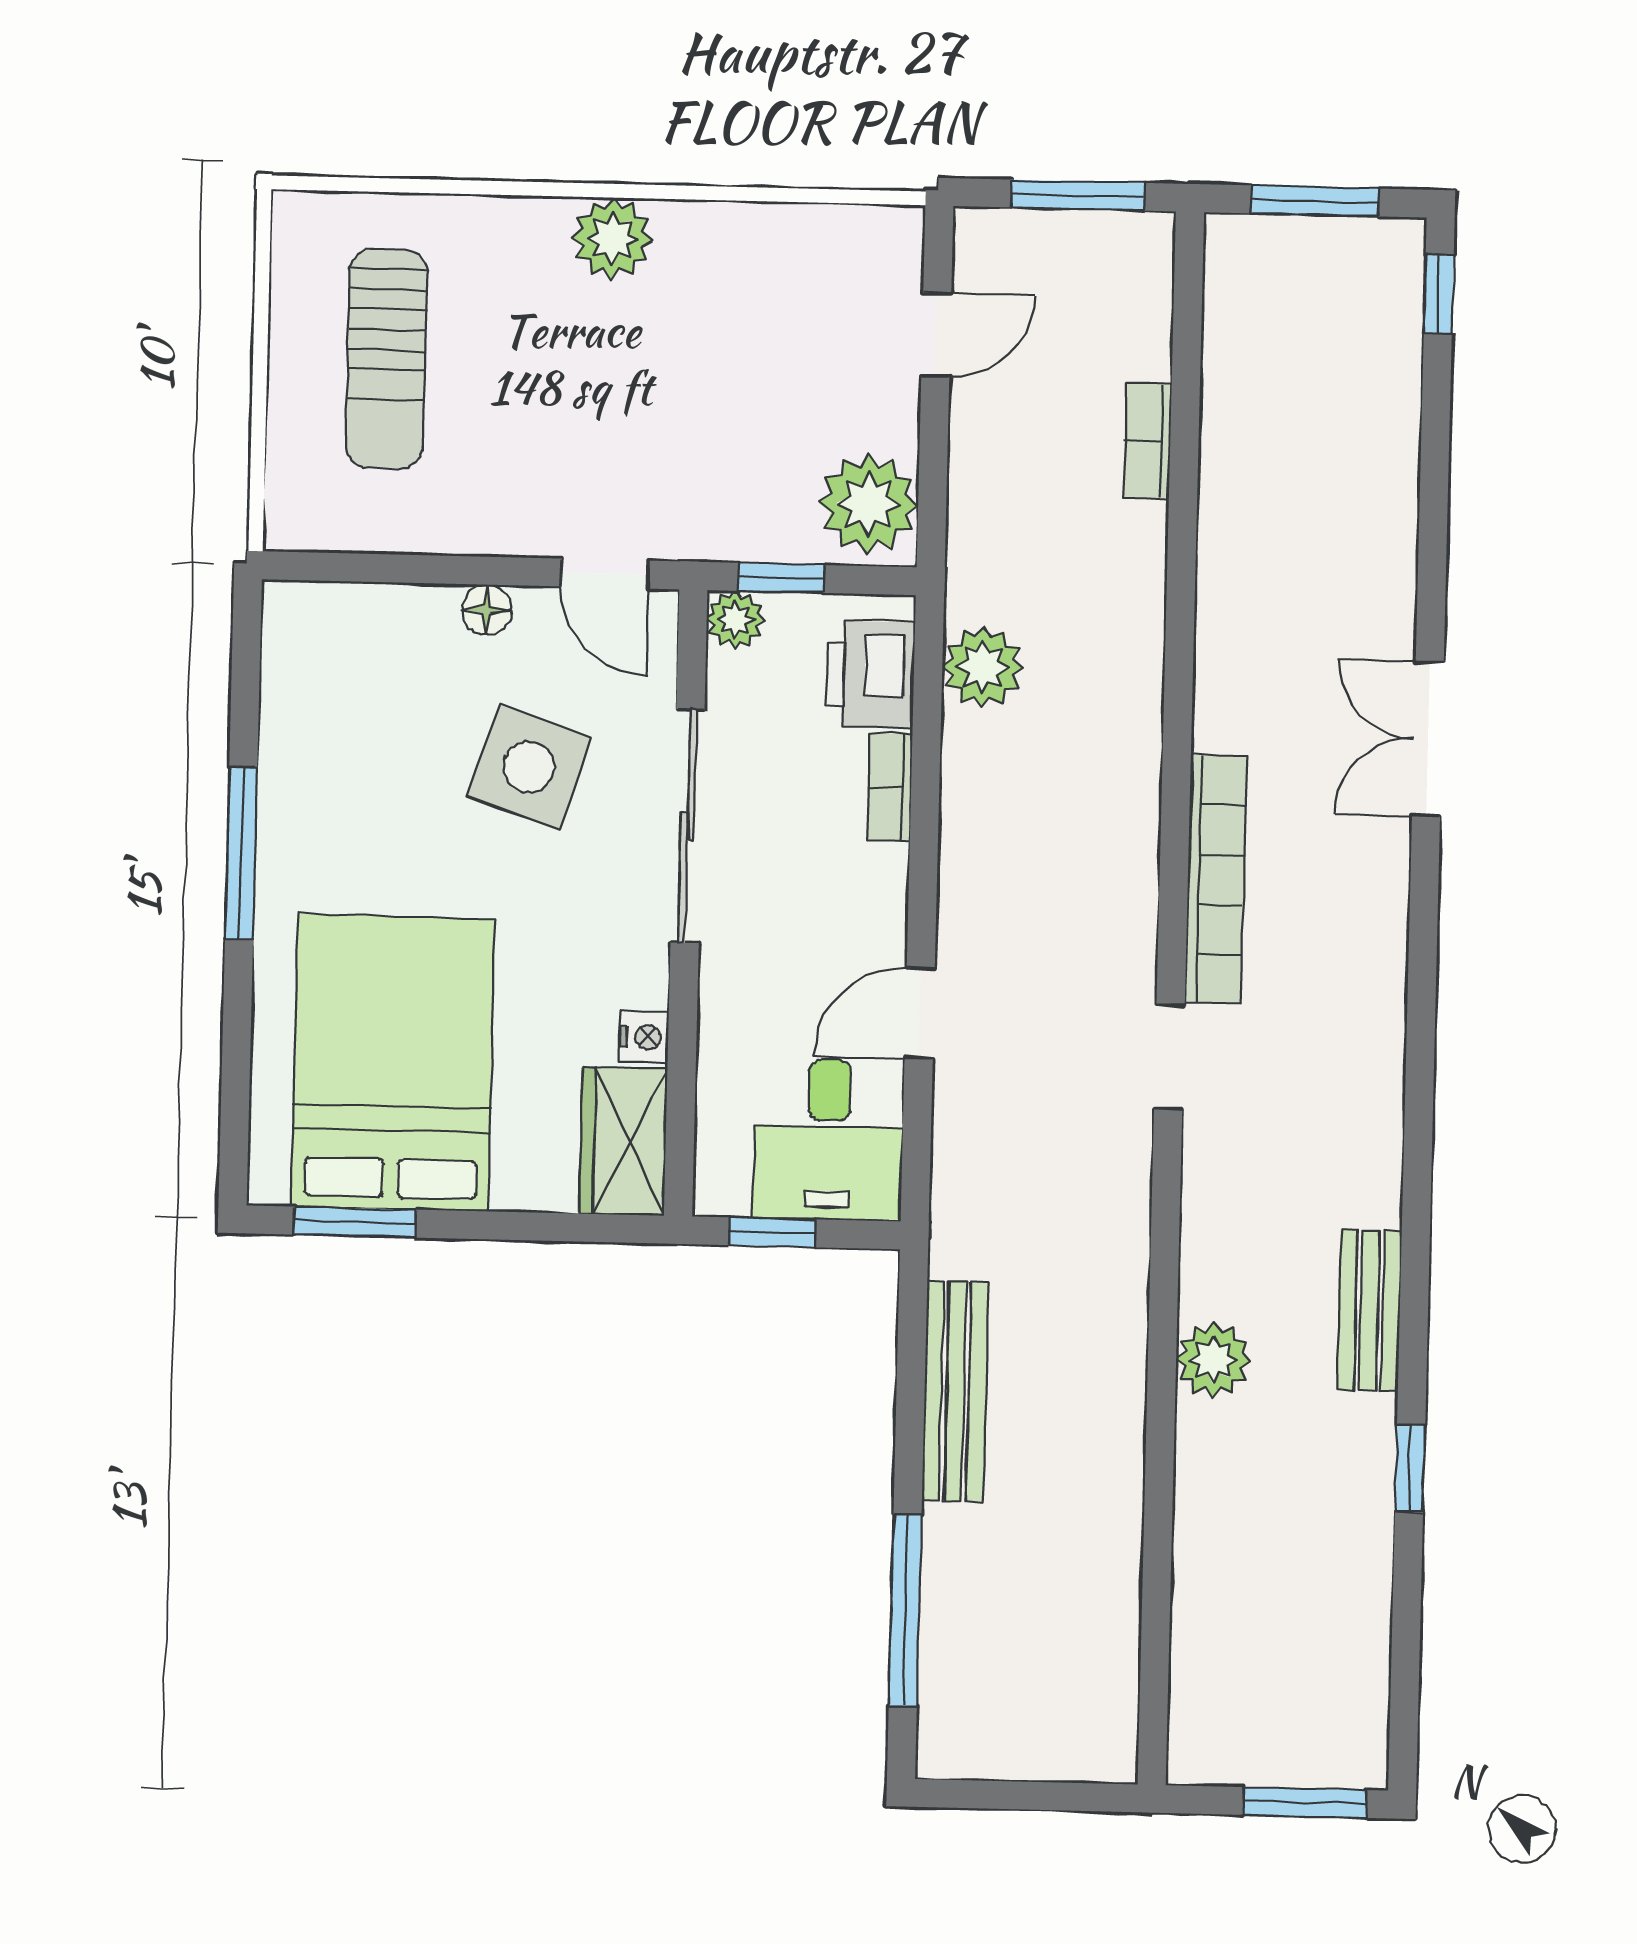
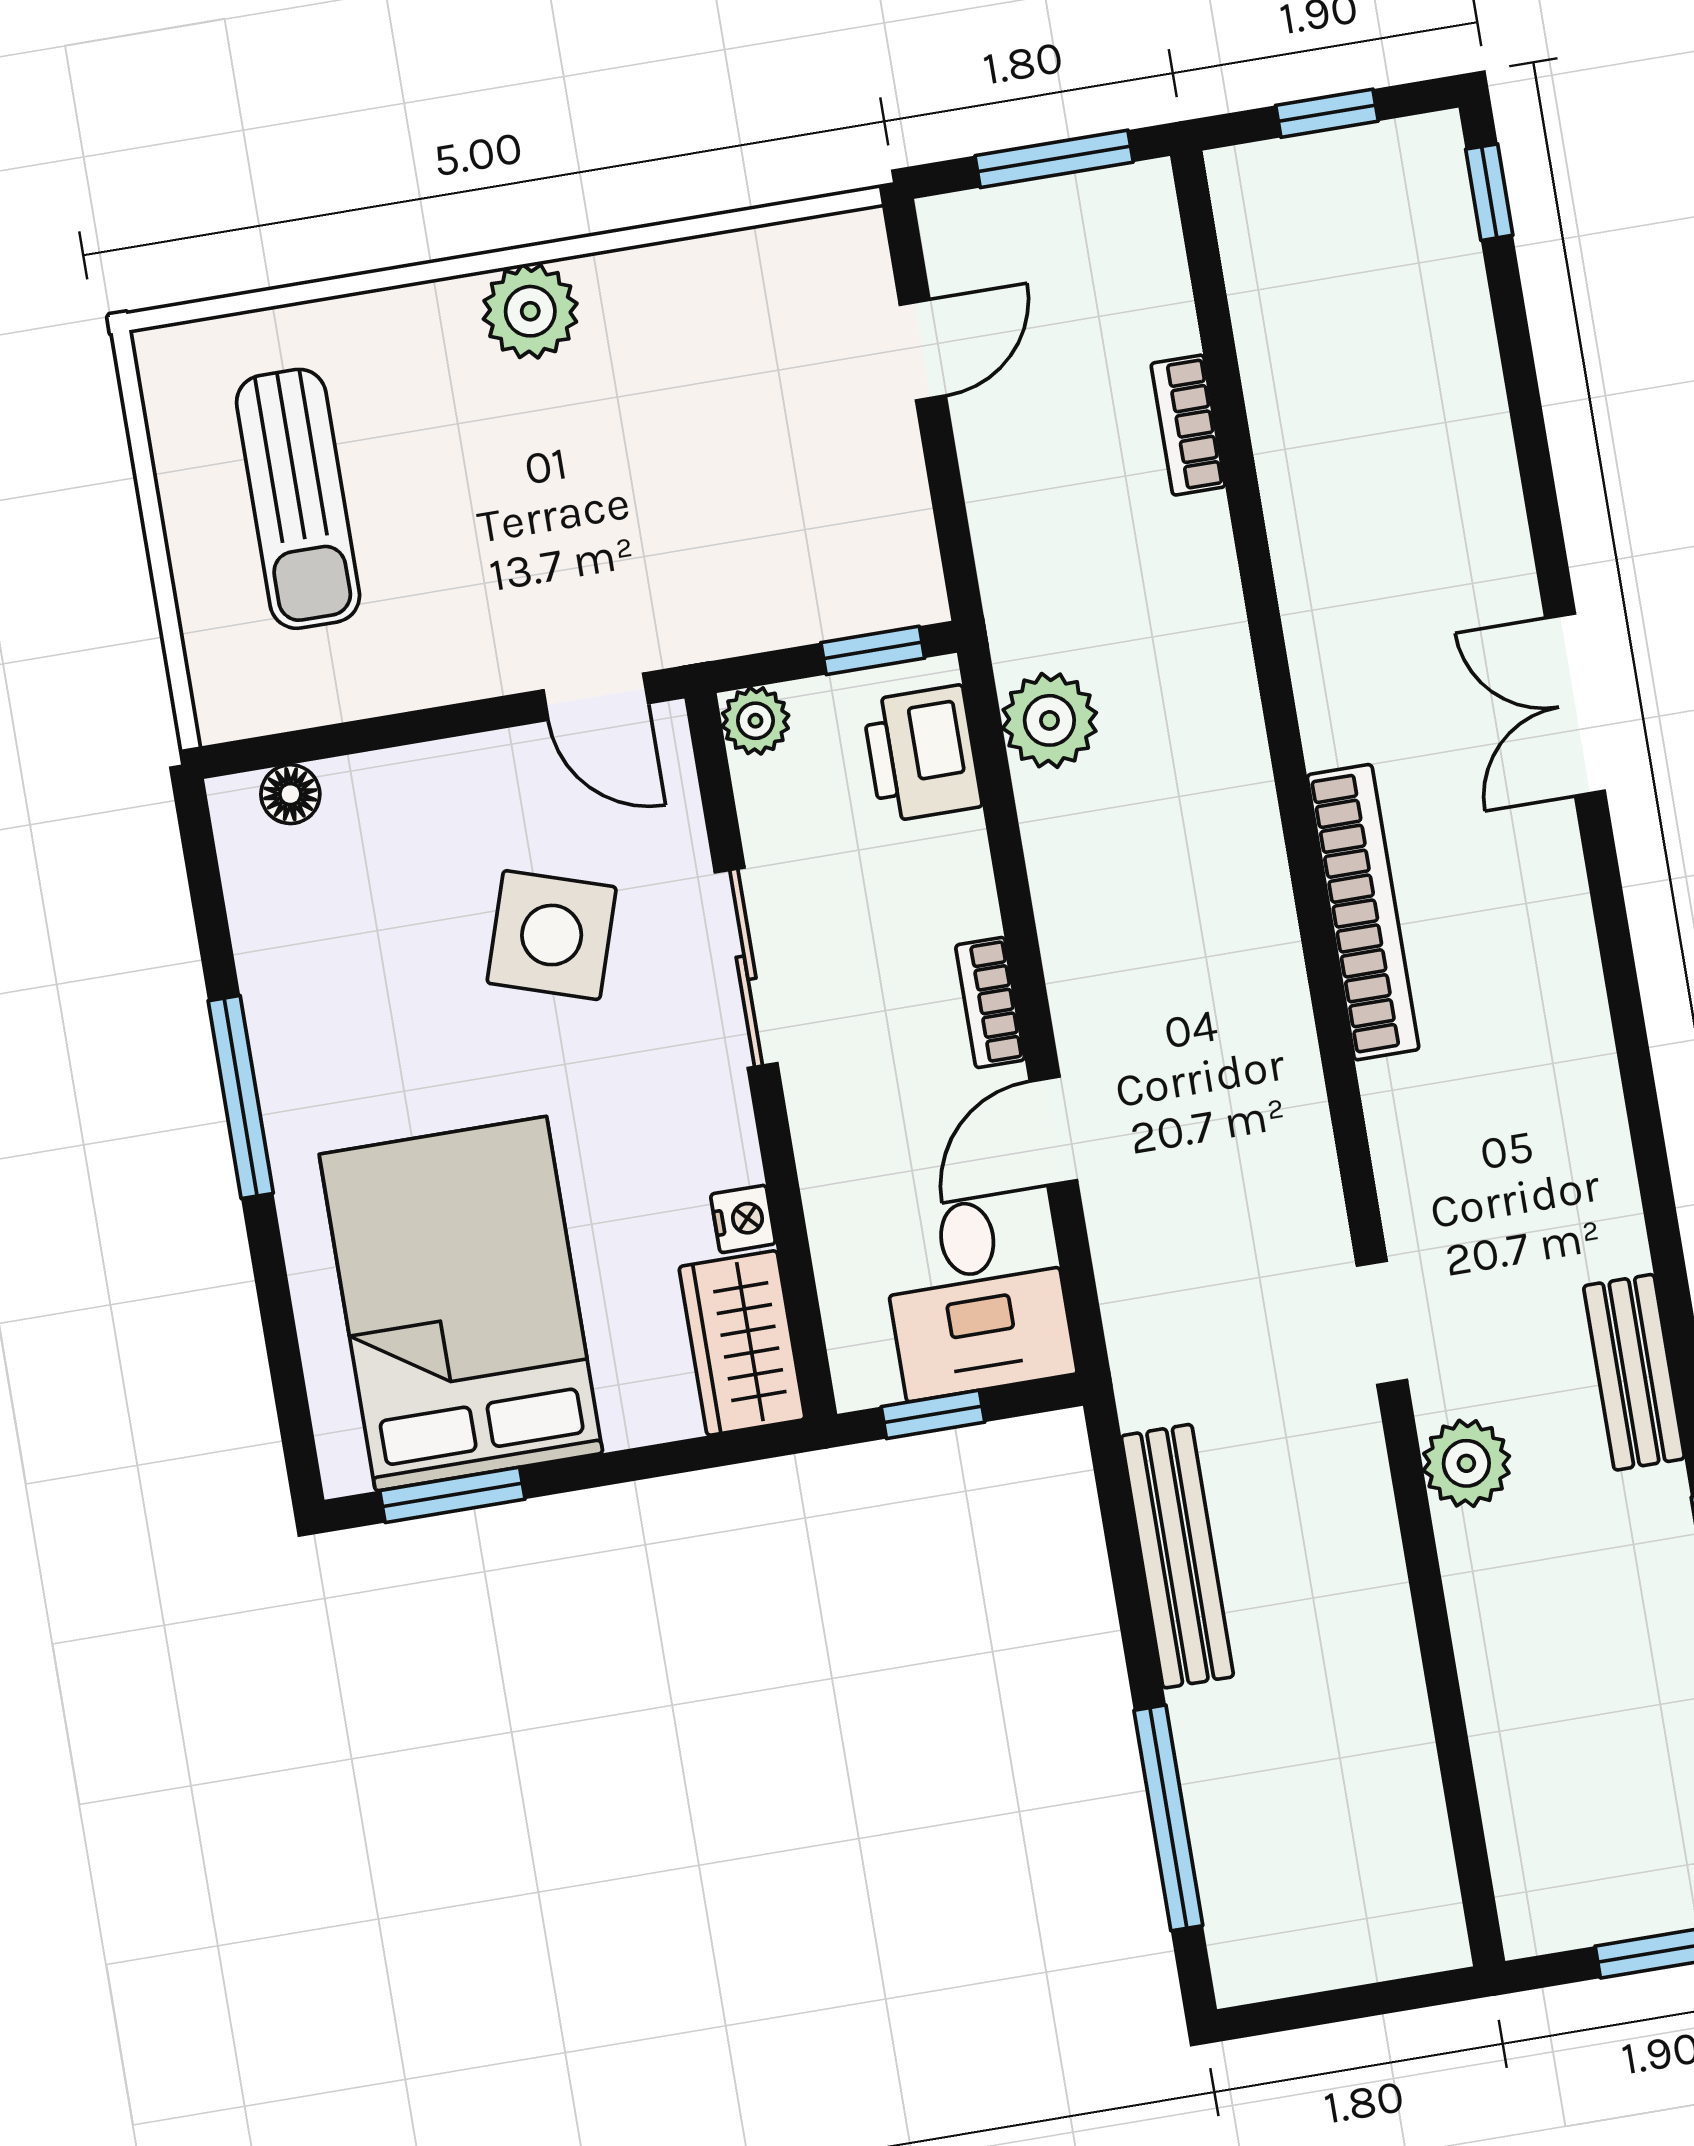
window: (1315, 201) -> (1327, 113), width x0.67
plant: (868, 504) -> (882, 559), removed
window: (781, 578) -> (873, 650), moved
floor lamp: (487, 610) -> (290, 794), moved
bookcase: (890, 787) -> (990, 1002), moved
sliding door: (688, 826) -> (746, 968), width x0.73
doorway: (1169, 1057) -> (1382, 1323), moved

